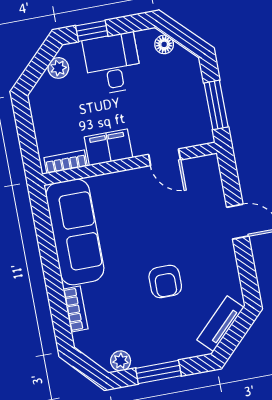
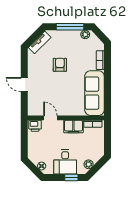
window: (216, 105) -> (24, 136), removed
printer: (196, 133) -> (35, 126), added
window: (158, 372) -> (70, 27), width x1.44

